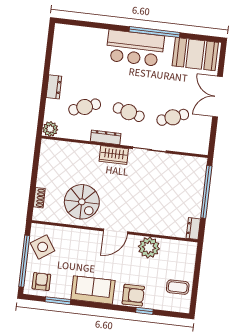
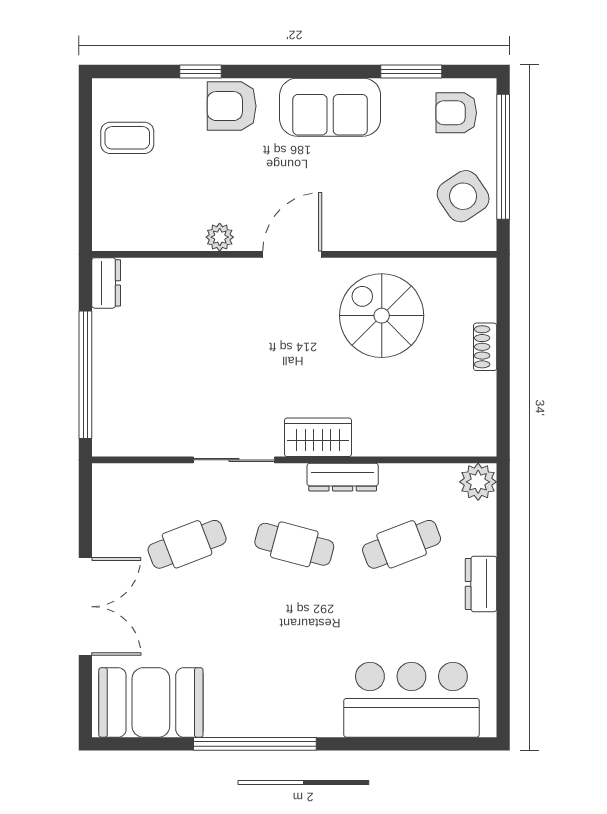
bar counter: (135, 48) -> (411, 700), moved
shoe rack: (39, 198) -> (485, 347), moved
plant: (149, 248) -> (220, 237), width x0.53, depth x0.53
armchair: (41, 282) -> (456, 113), turned 90

